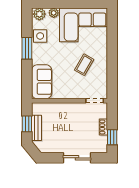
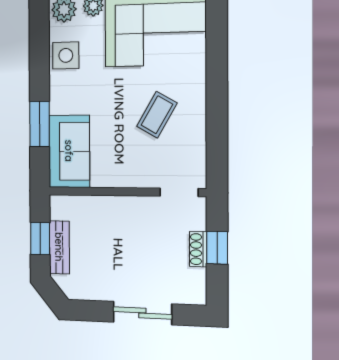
window: (27, 48) -> (40, 124), moved
window: (112, 137) -> (217, 248), moved

